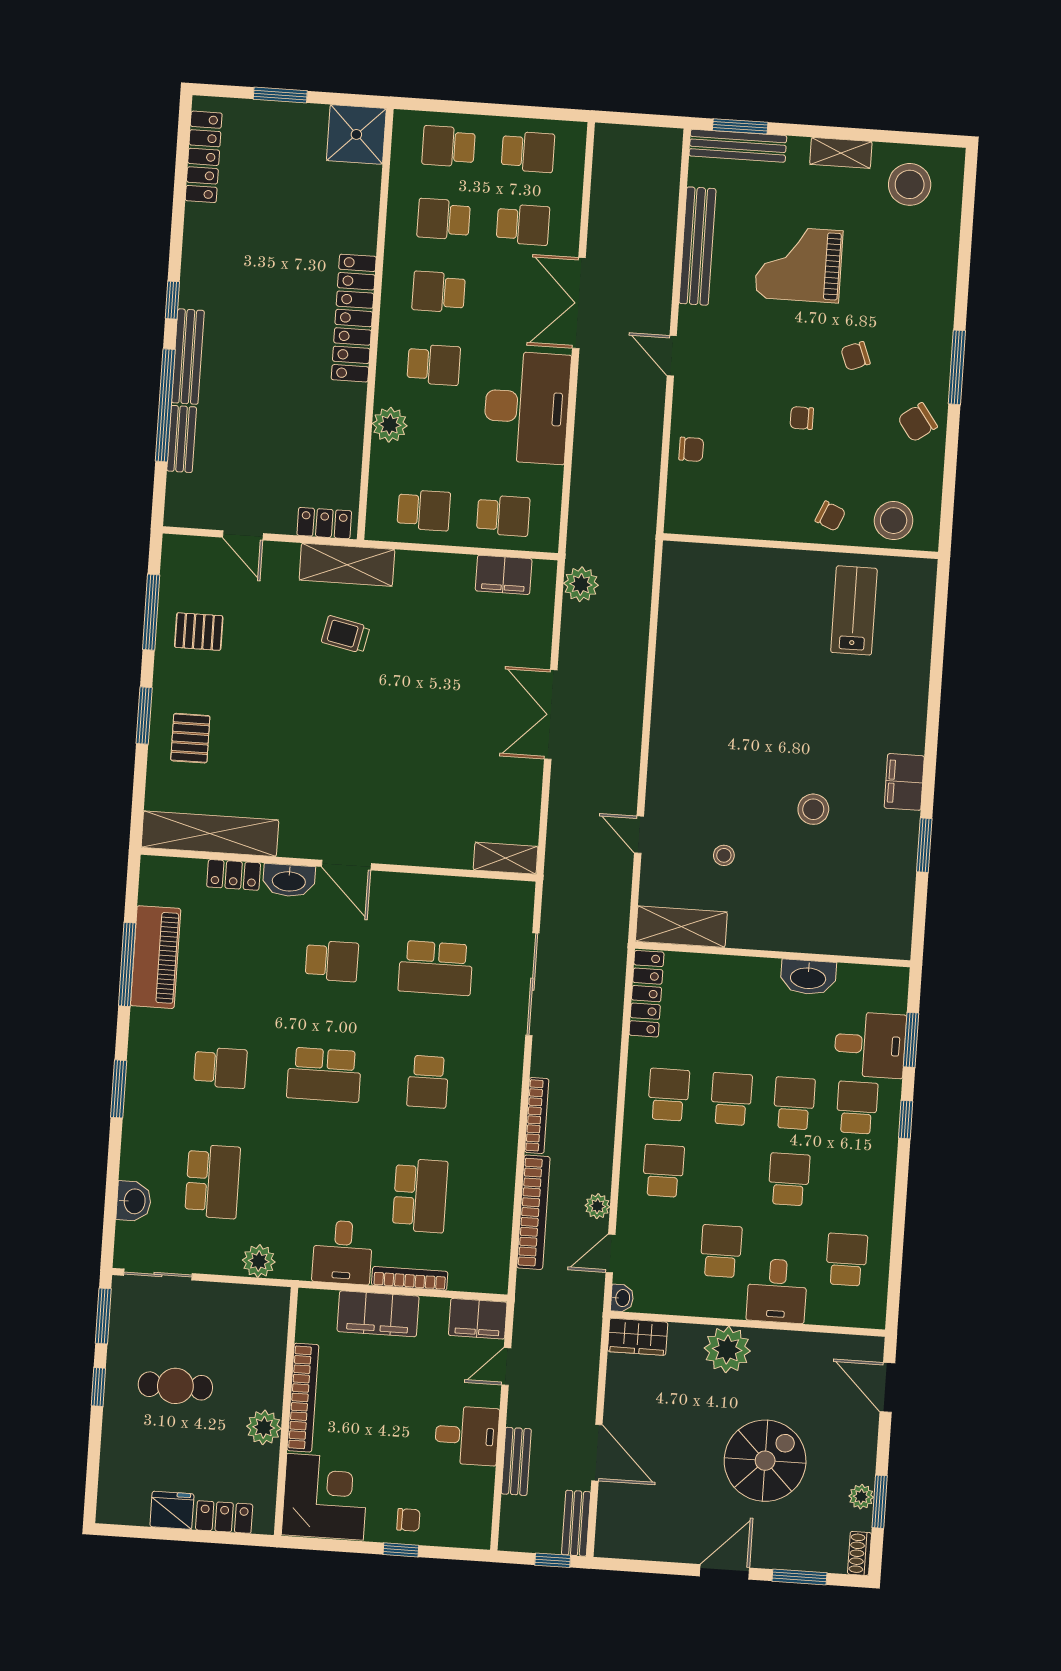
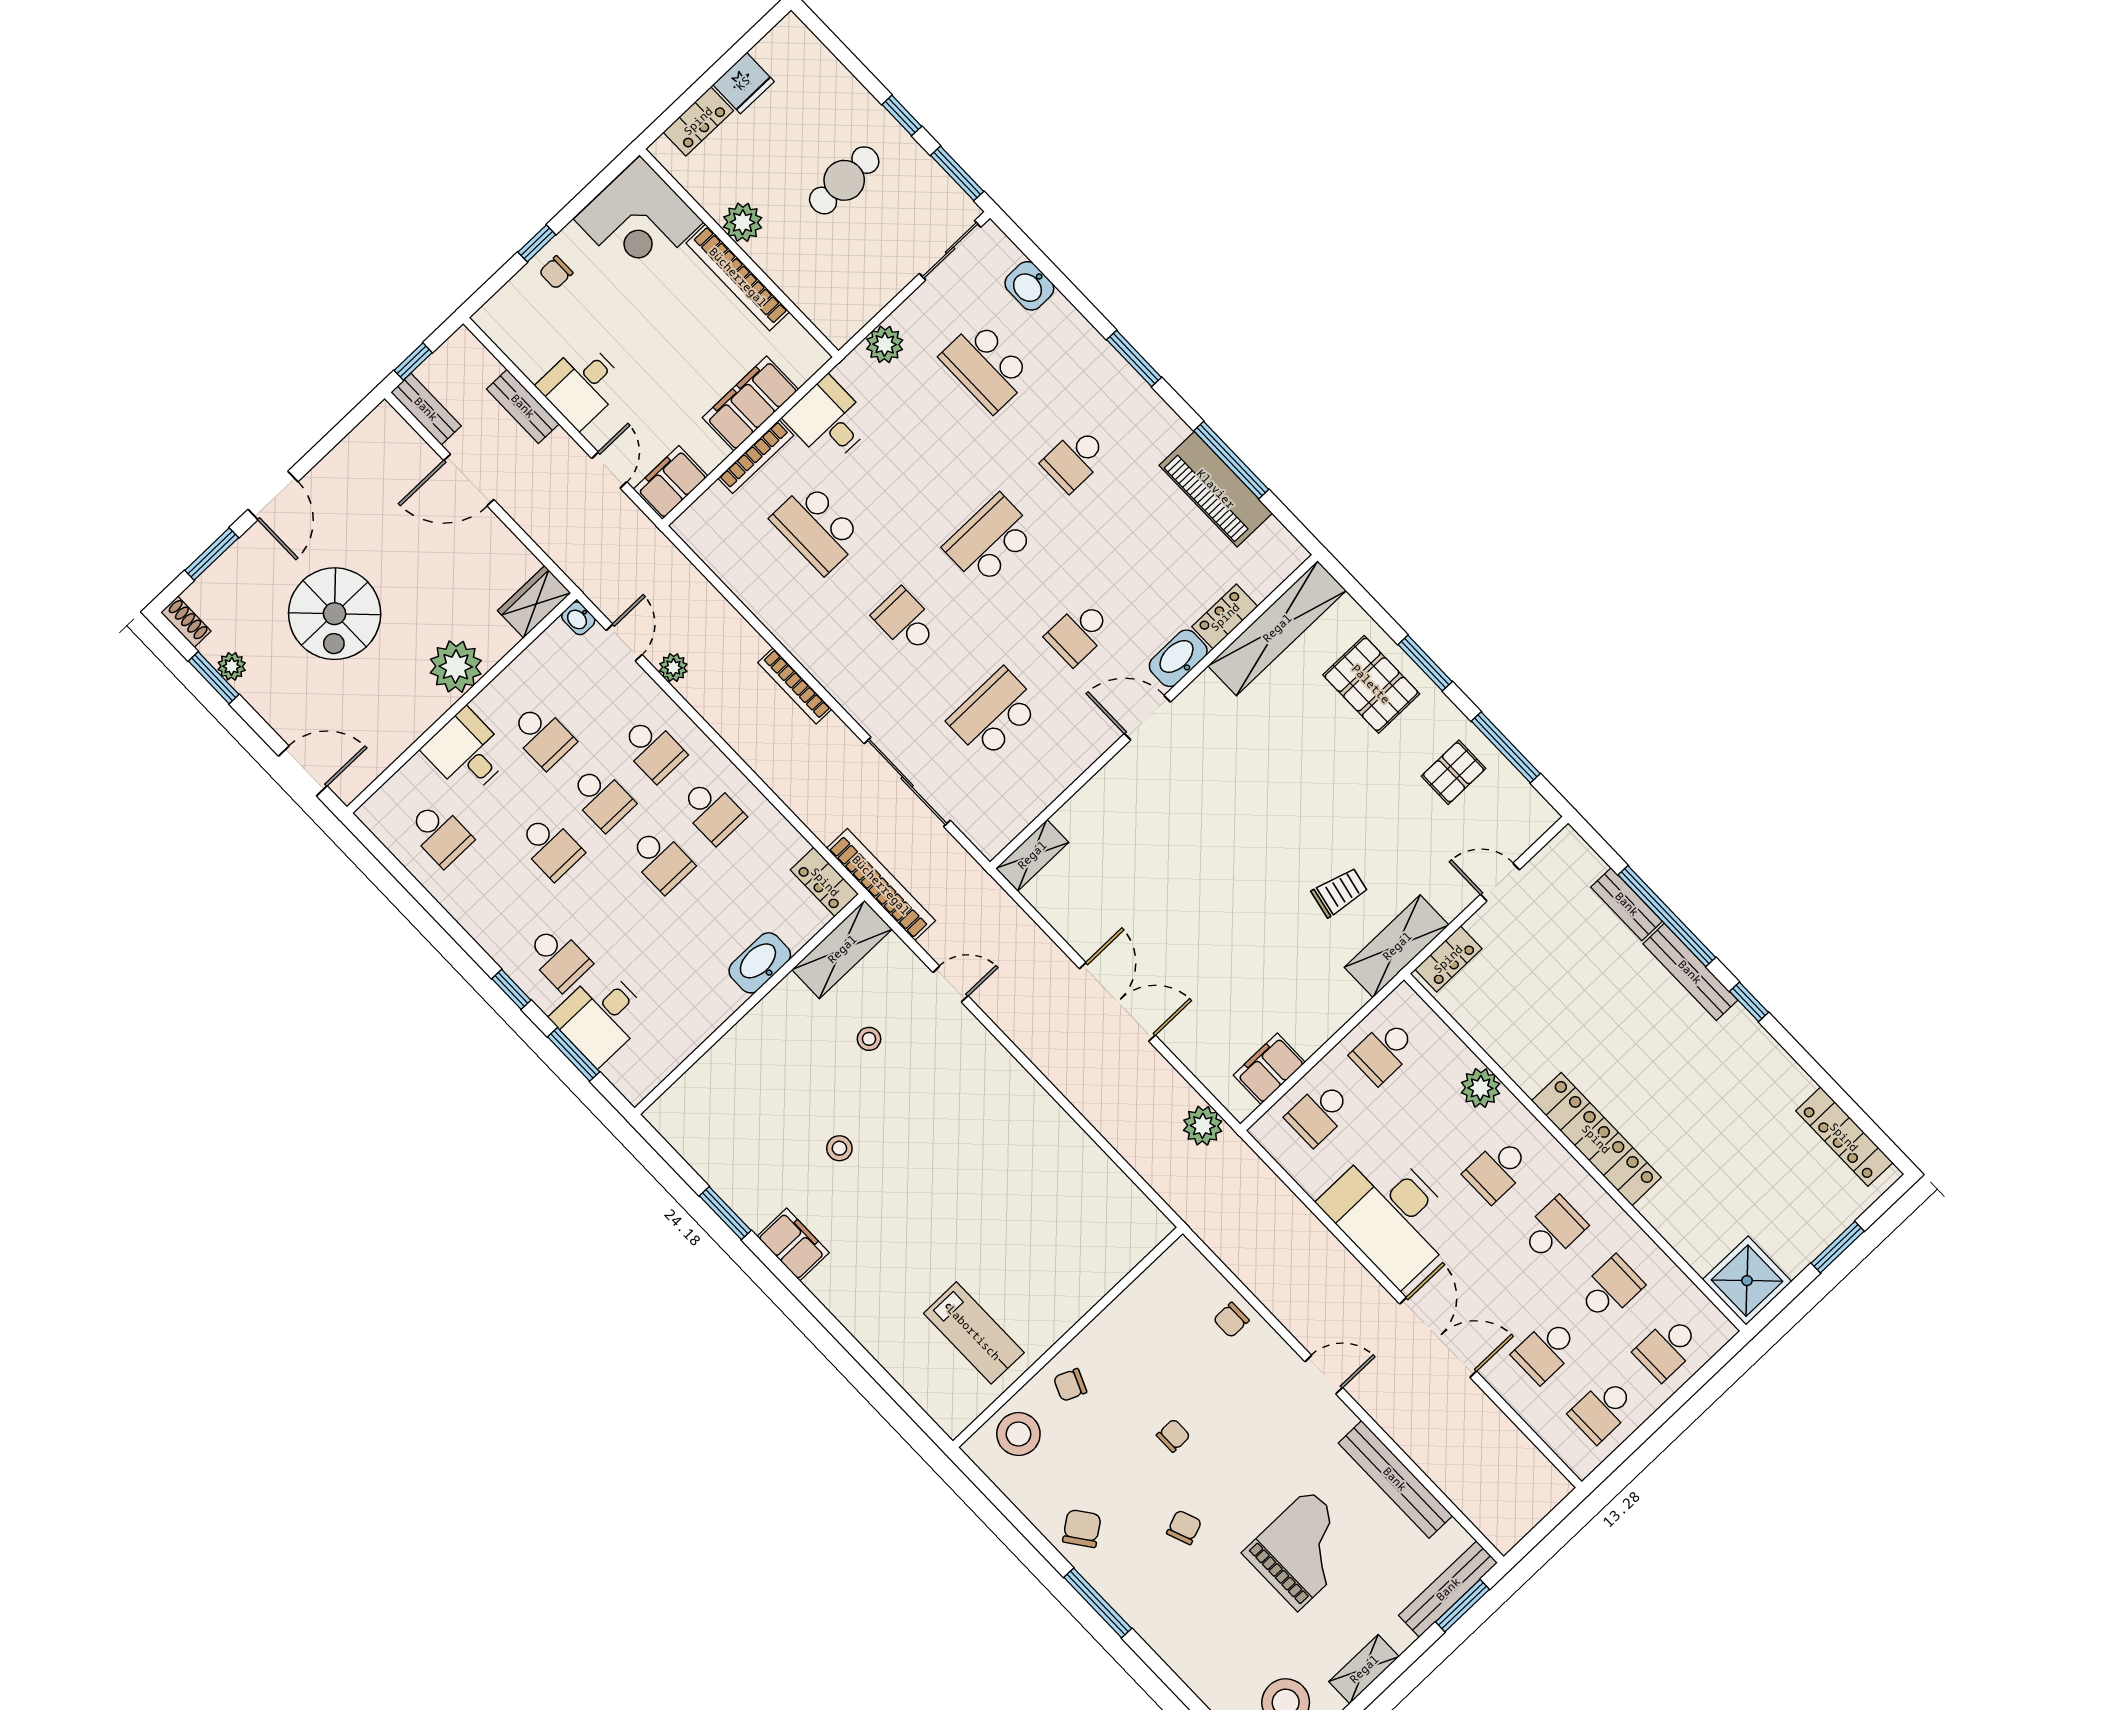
school desk: (449, 146) -> (1667, 1348), turned 180
pallet: (190, 738) -> (1371, 684), width x1.50, depth x1.42
stool: (813, 809) -> (839, 1148), width x0.73, depth x0.73
washbasin: (808, 977) -> (760, 963), moved
locker: (646, 994) -> (825, 882), width x0.66
school desk: (794, 1103) -> (602, 798), moved
bookcase: (533, 1212) -> (881, 885), moved, turned 180

